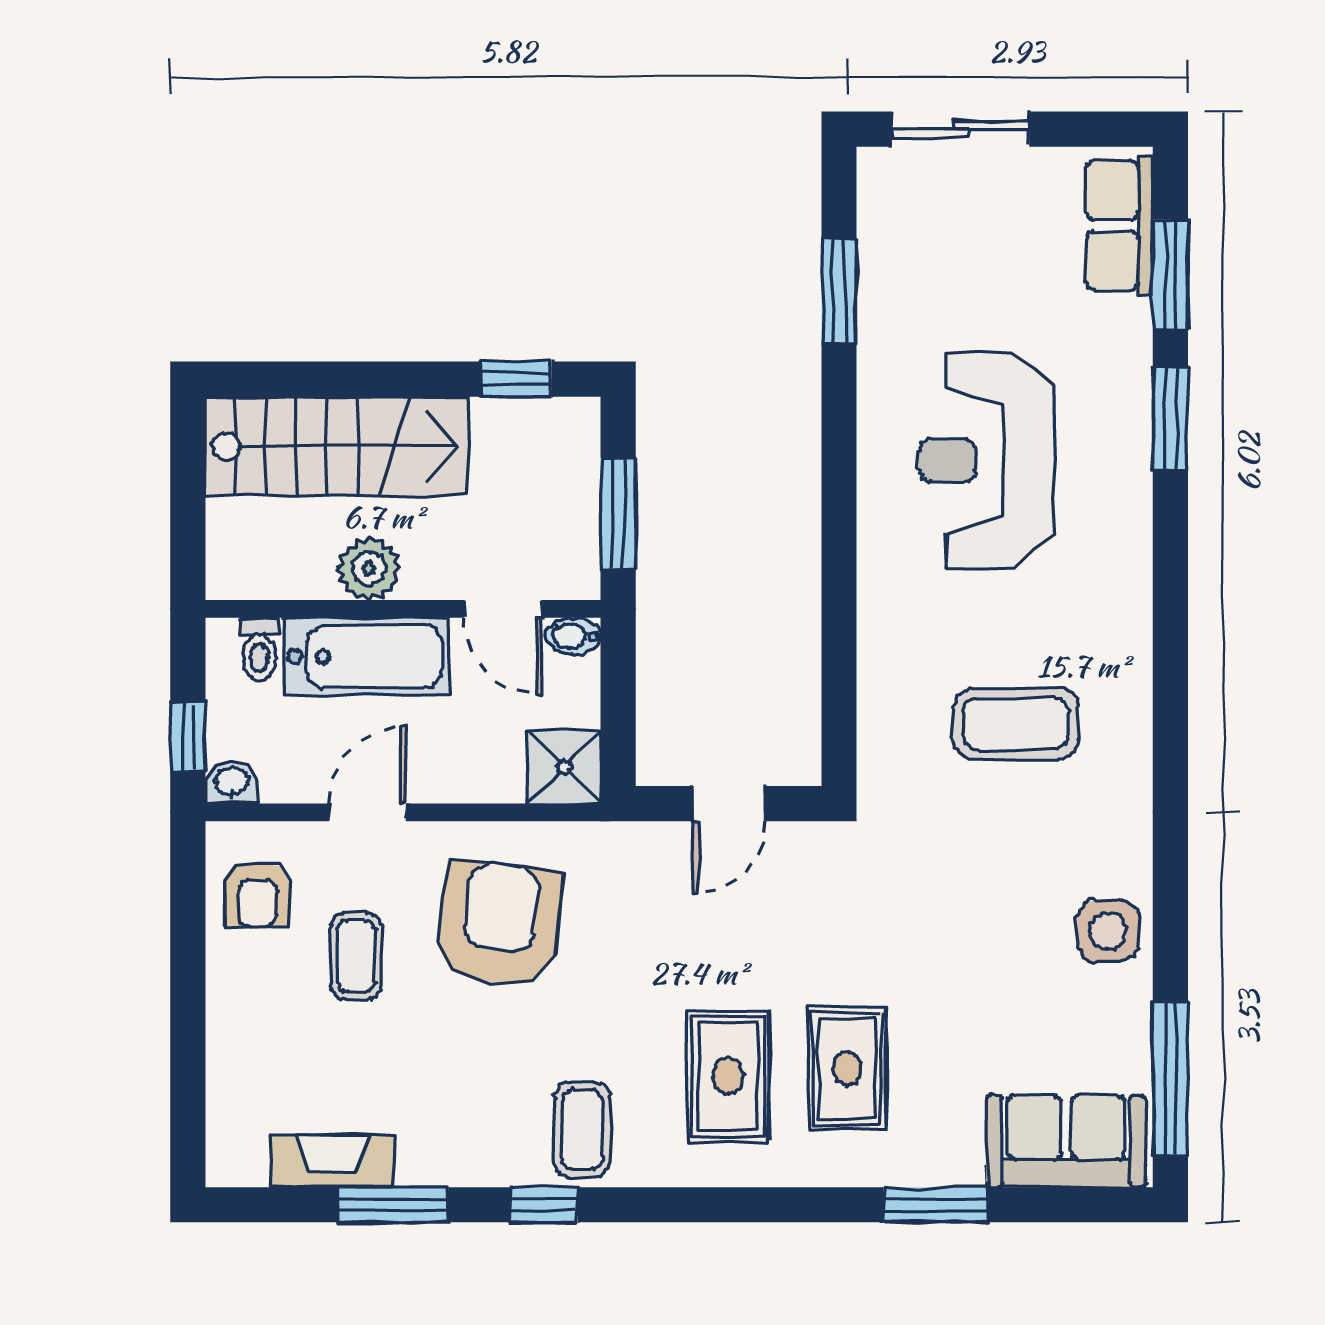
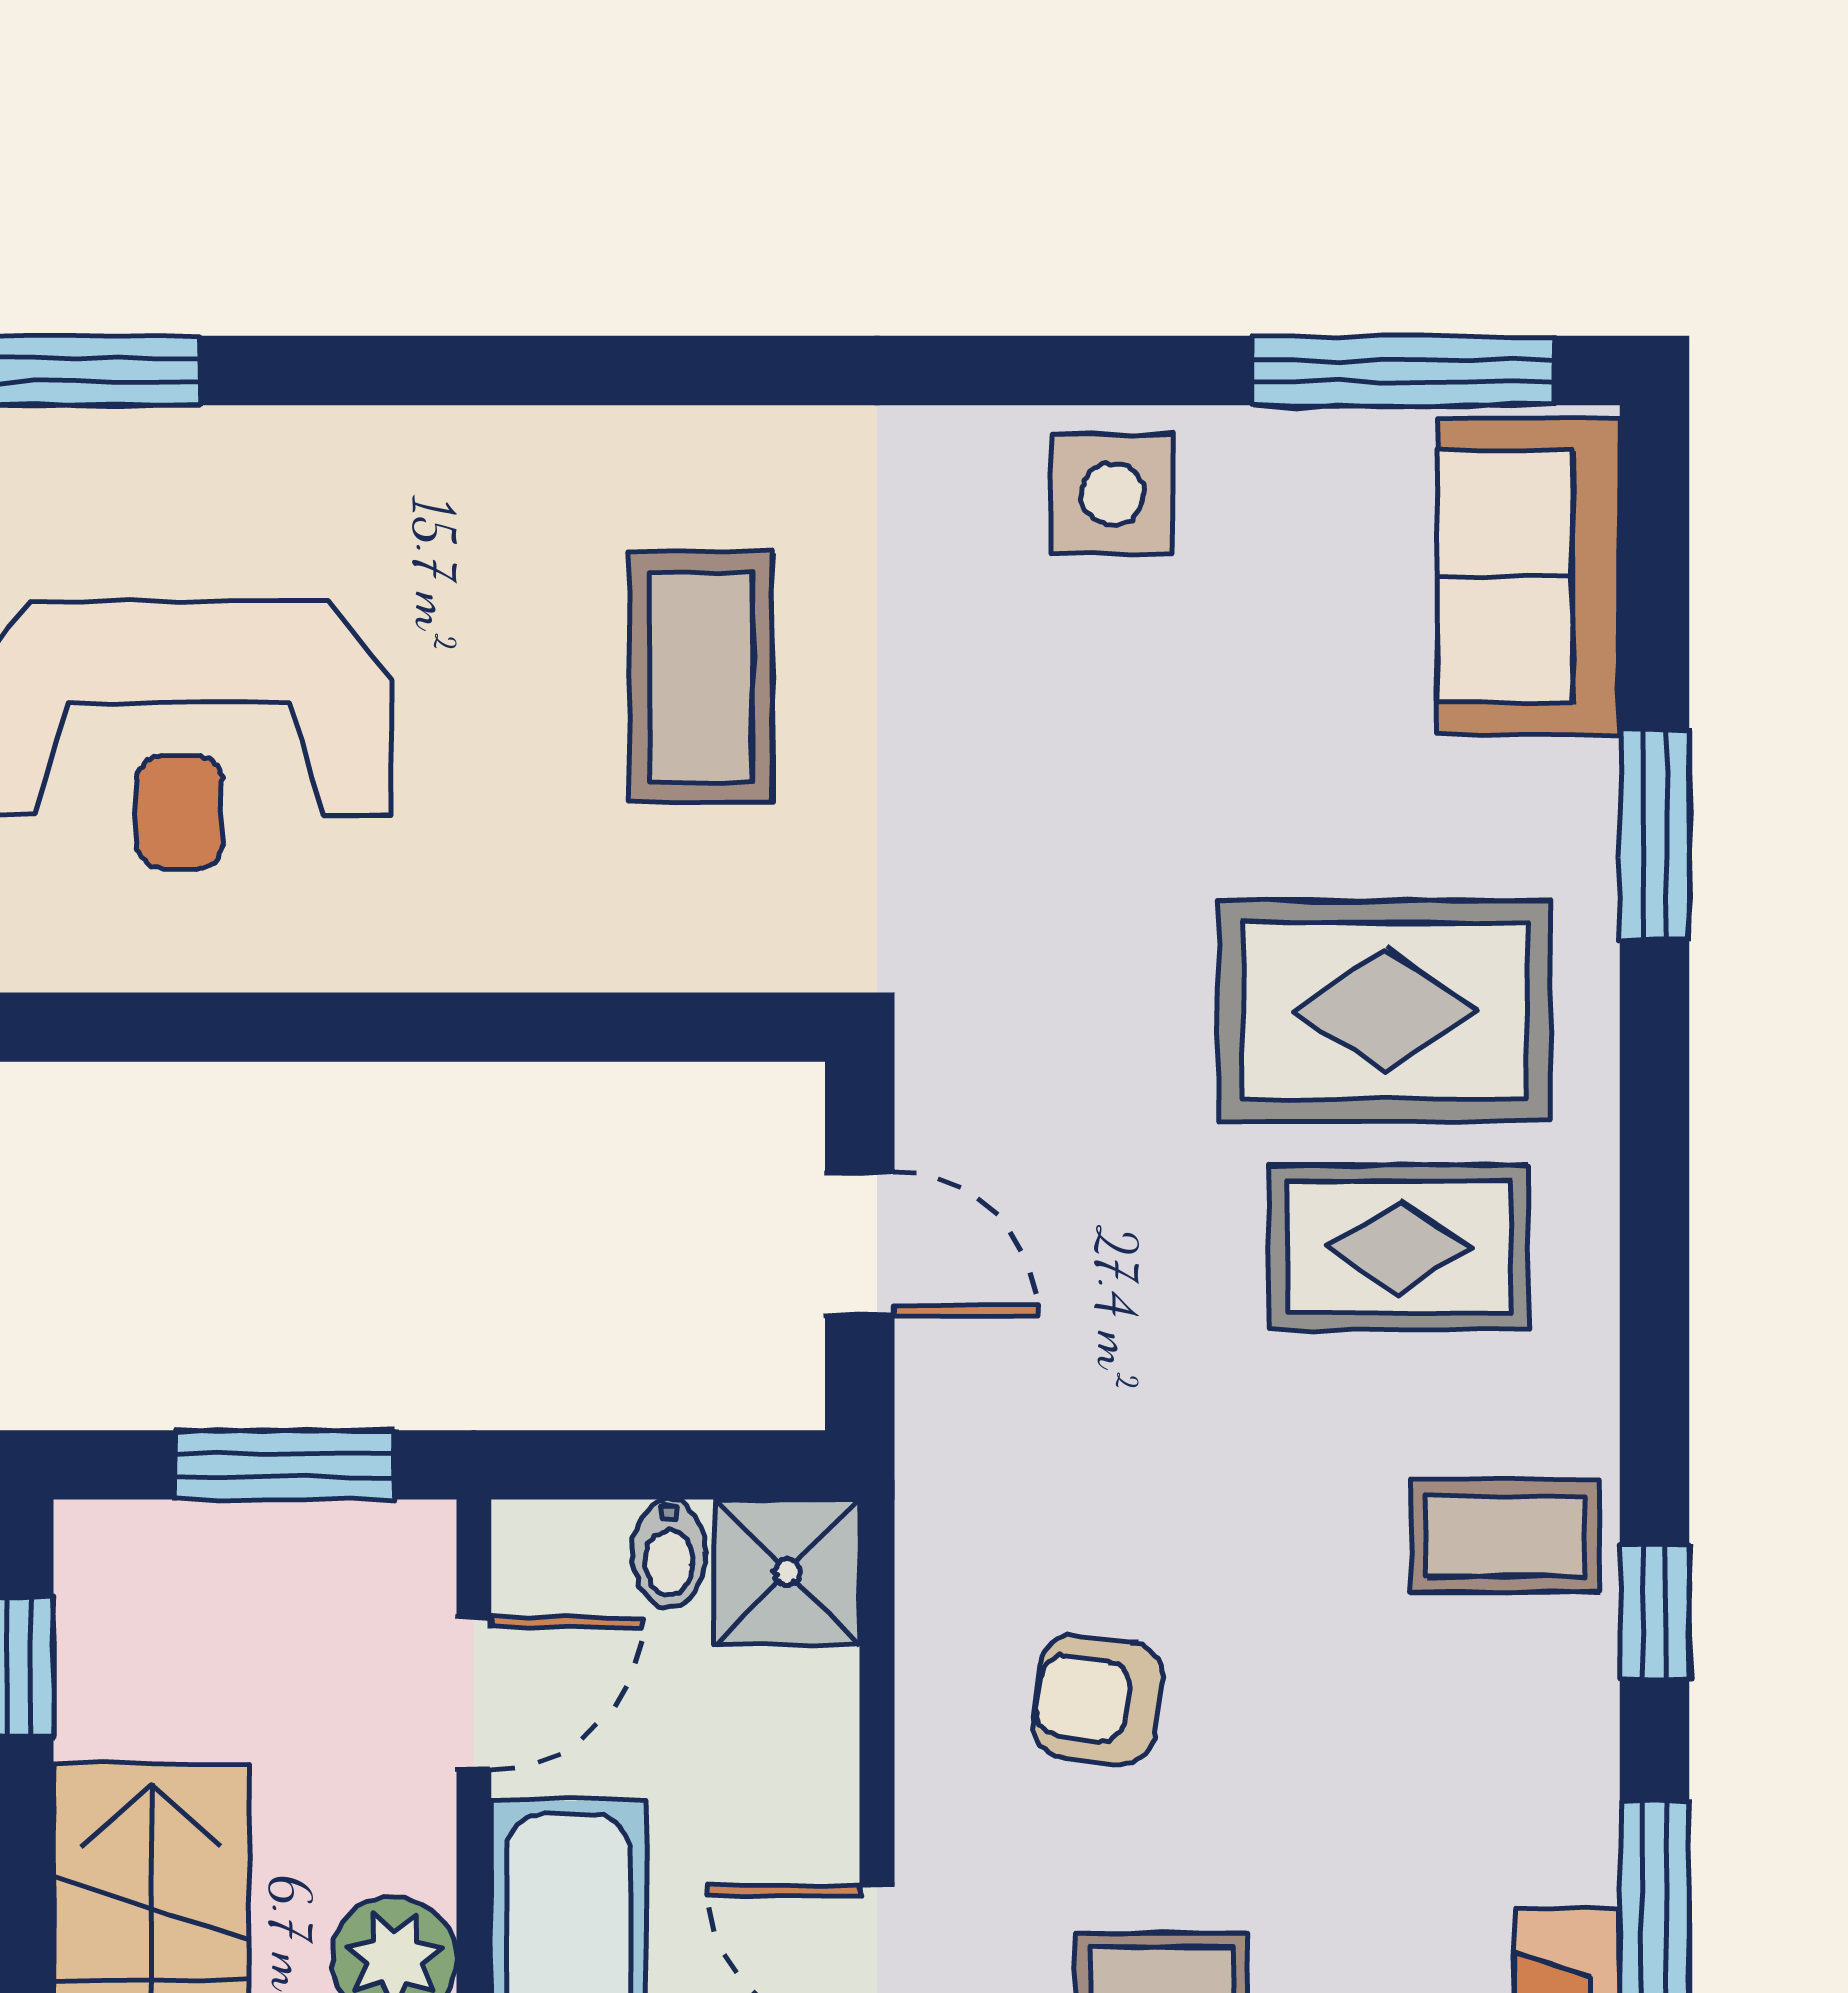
bidet: (573, 636) -> (669, 1554), moved
armchair: (499, 924) -> (1098, 1700), width x0.53, depth x0.53
rug: (847, 1068) -> (1385, 1011), width x1.36, depth x1.43

